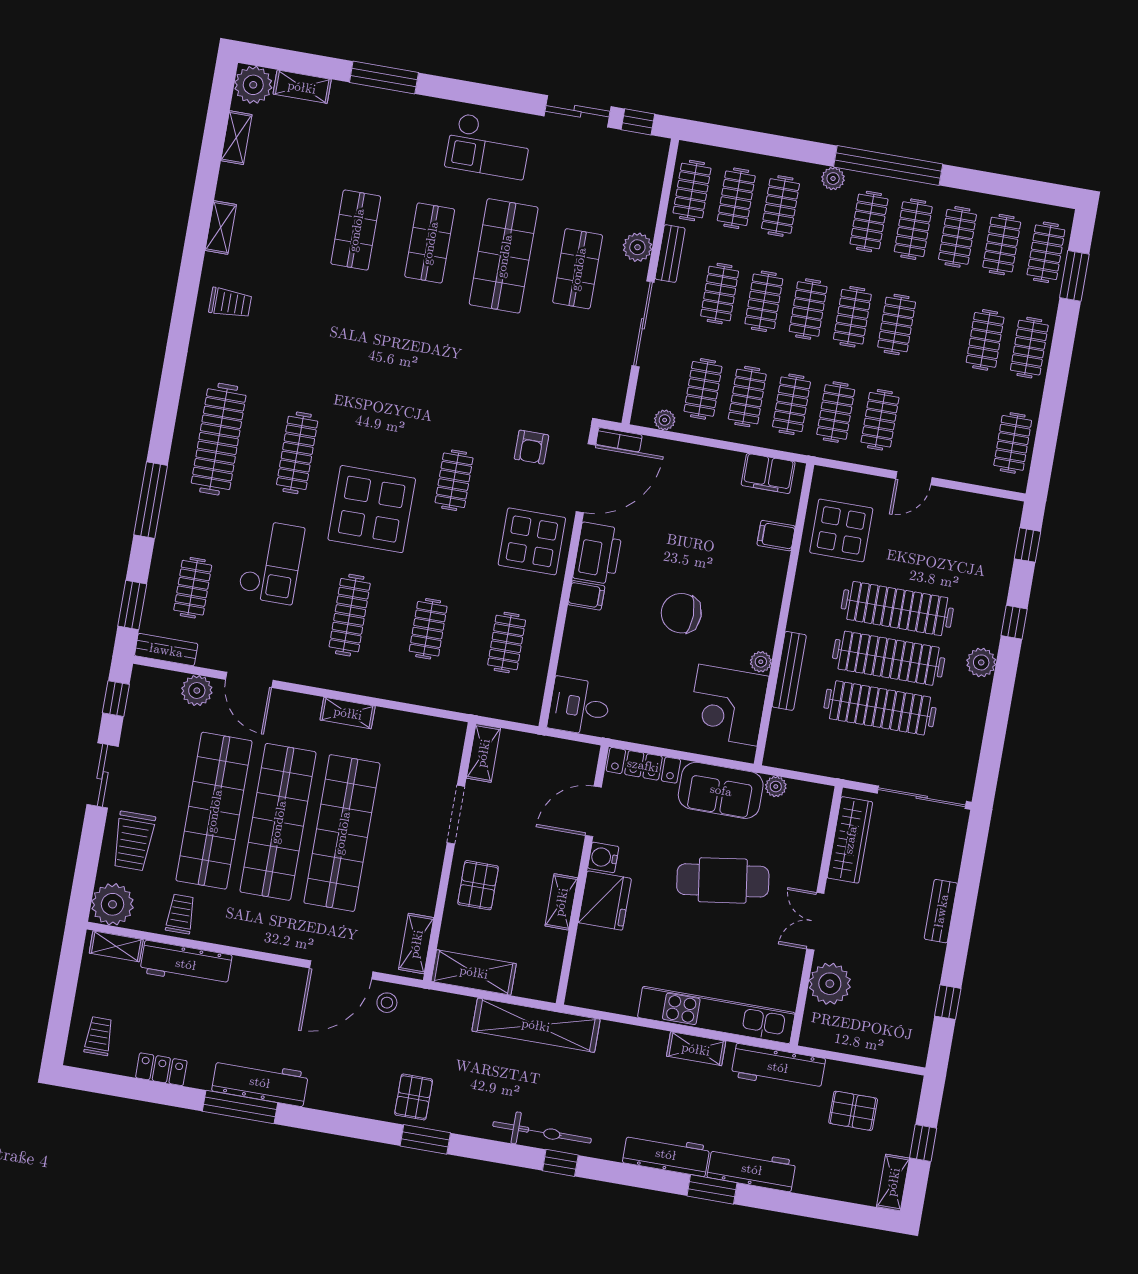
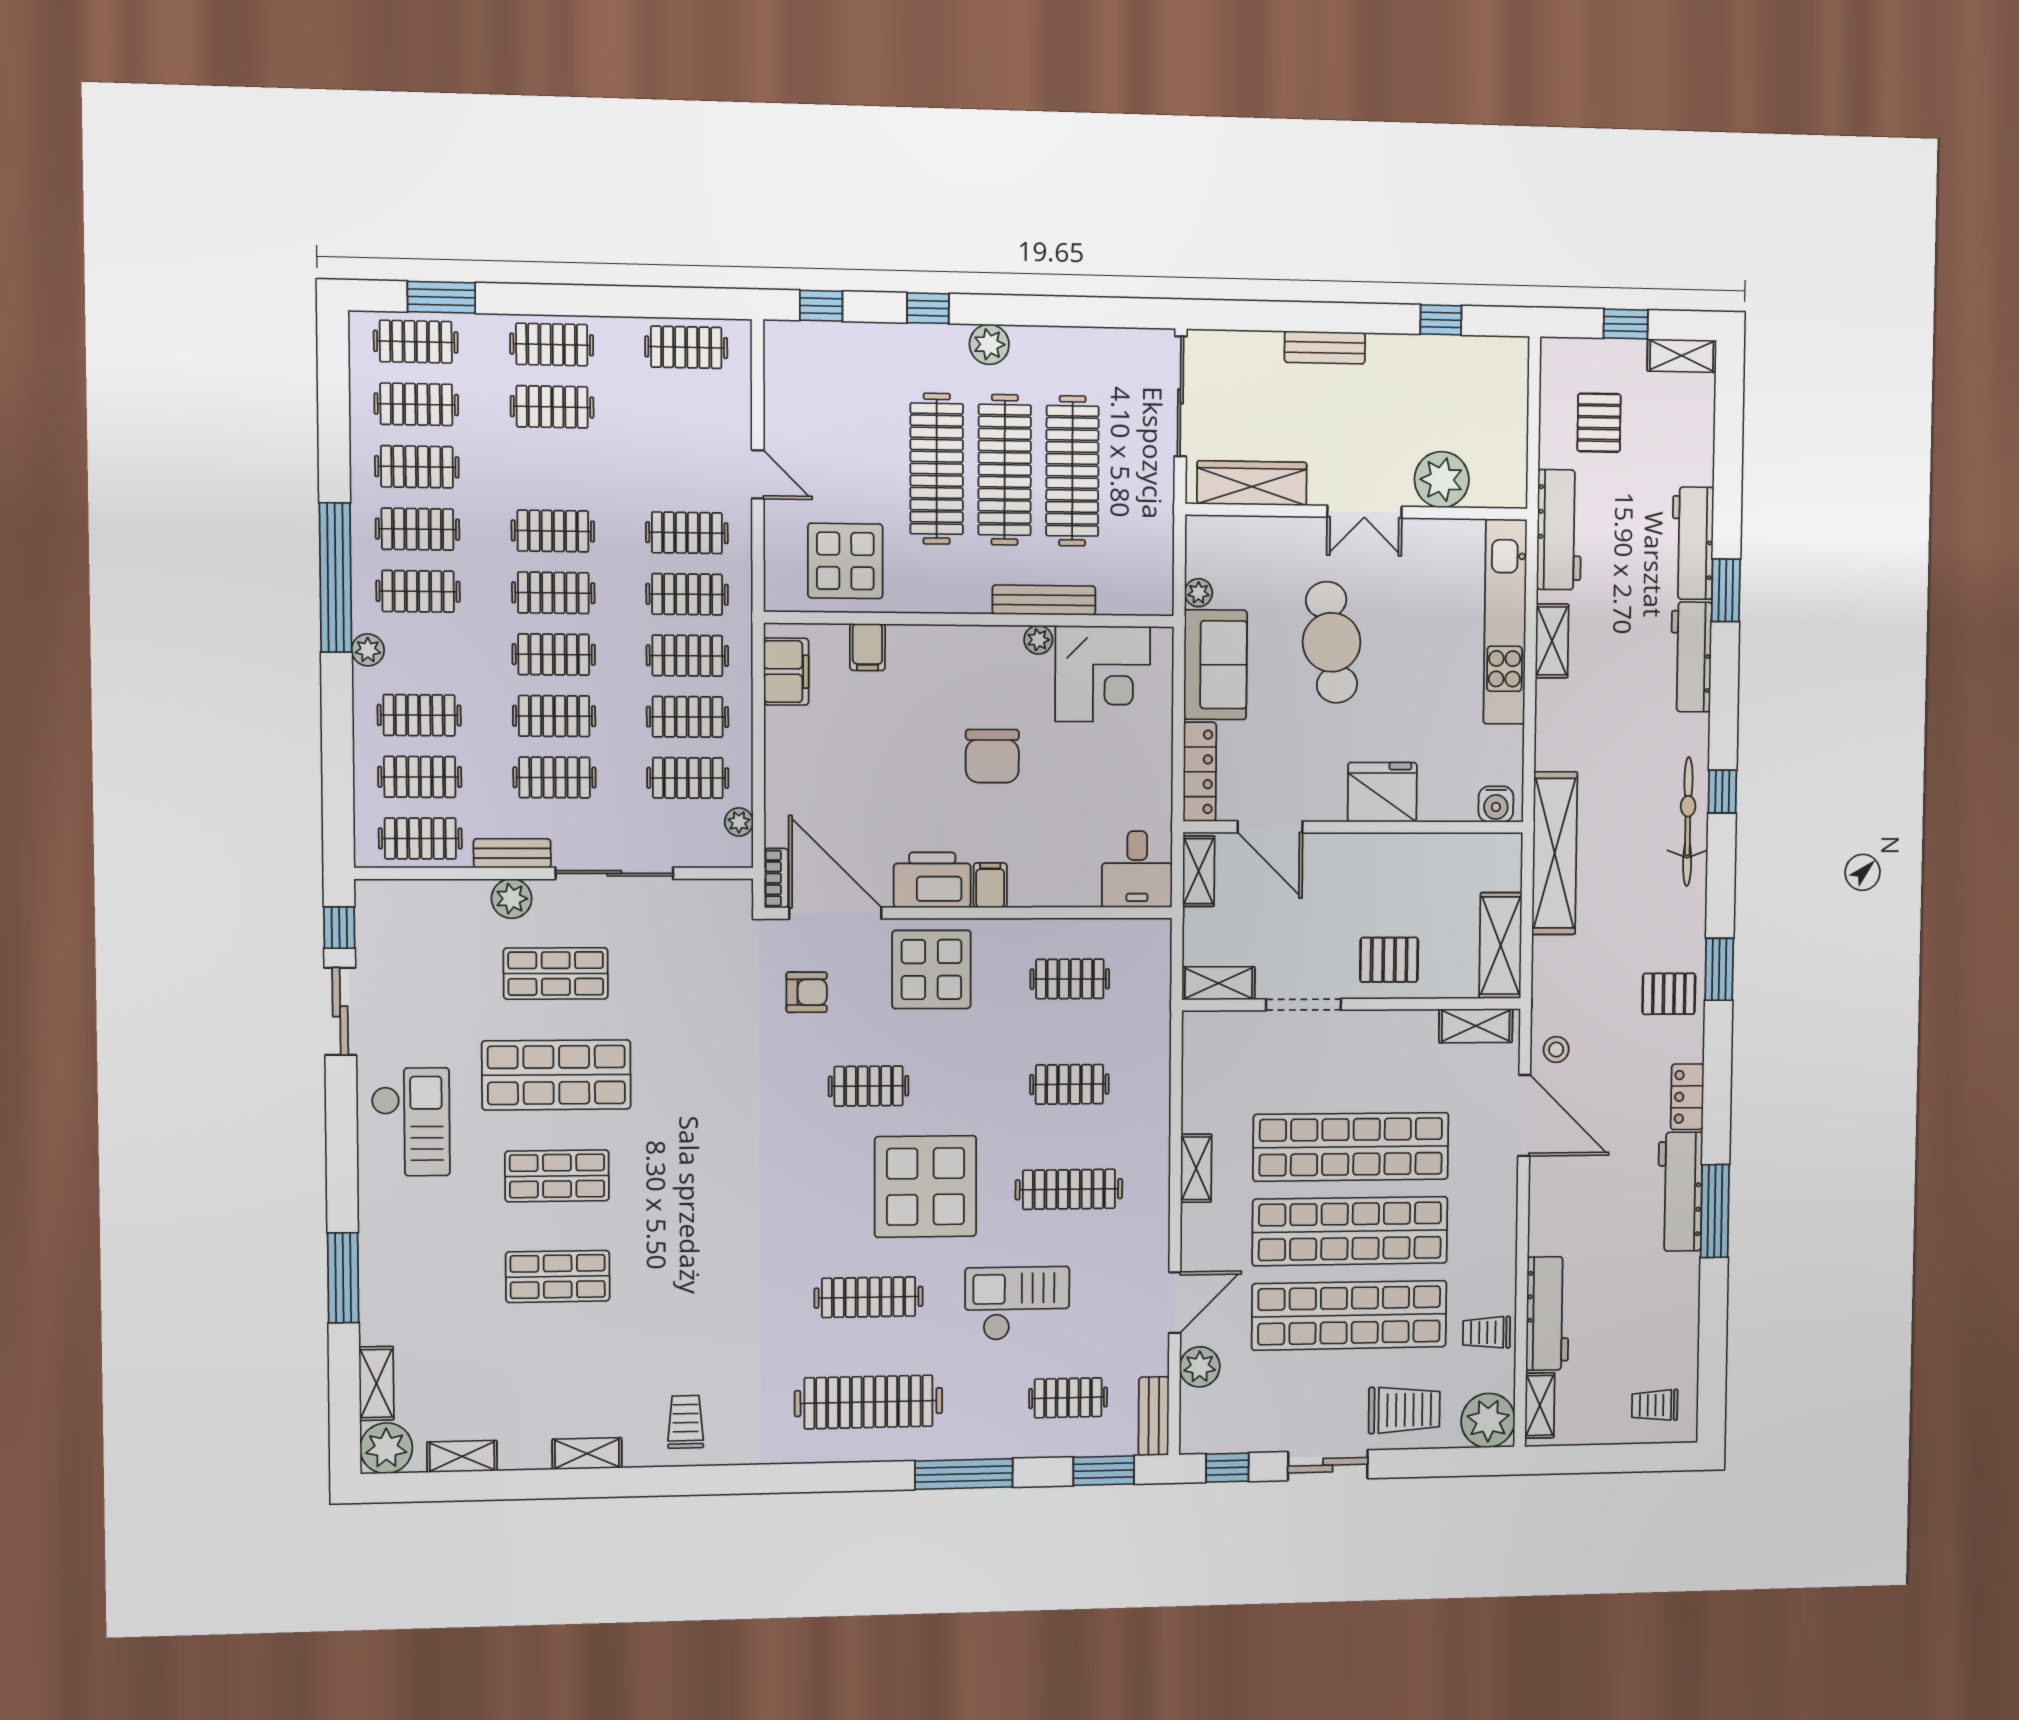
water cooler: (603, 857) -> (1496, 804), moved
shelving: (561, 902) -> (1199, 871), moved, turned 90
locker: (161, 1069) -> (1687, 1097), moved

